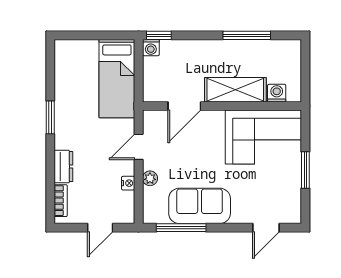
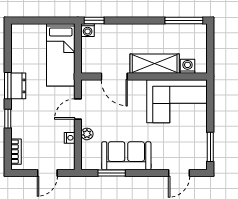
window: (247, 35) -> (184, 20), moved
door: (184, 106) -> (114, 77), hinge flipped
window: (50, 159) -> (8, 119), added
dresser: (63, 167) -> (18, 86), moved
window: (305, 170) -> (210, 147), moved
window: (181, 228) -> (112, 173), width x0.69

